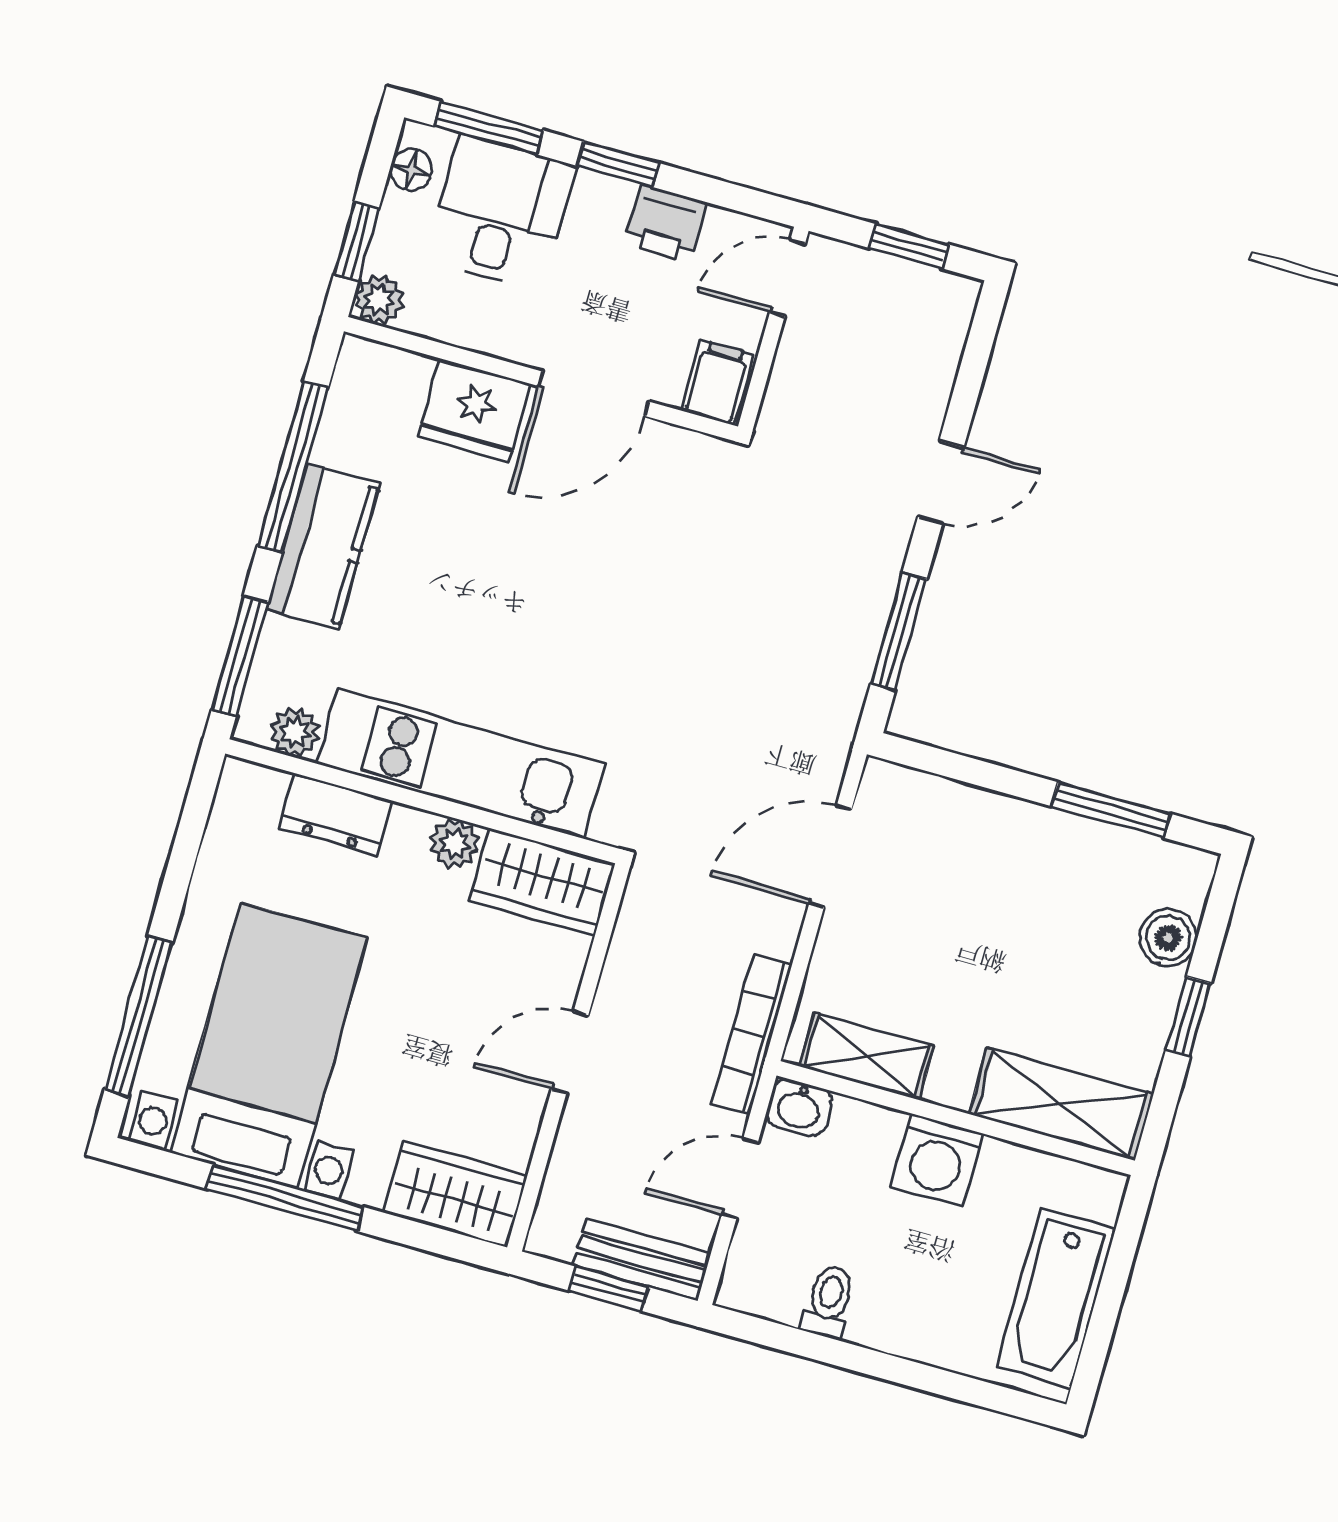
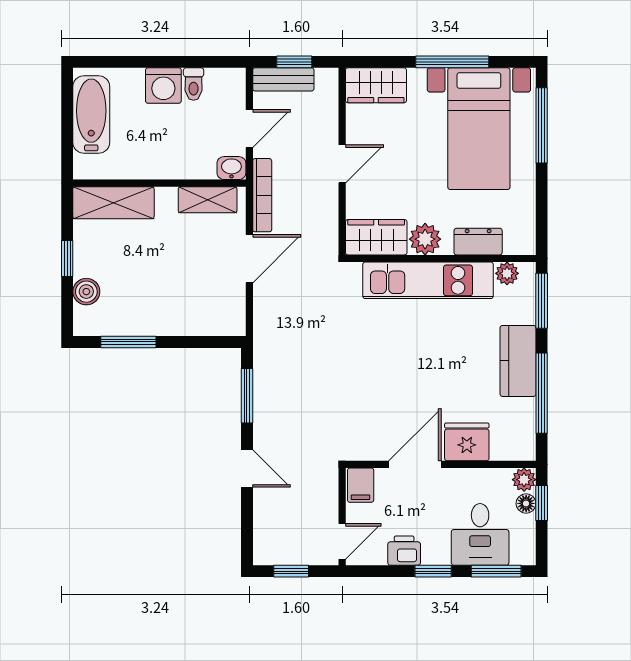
floor lamp: (411, 170) -> (526, 503), moved
door: (941, 482) -> (247, 468), swing flipped
plant: (454, 844) -> (425, 239), width x1.38, depth x1.38
door: (830, 856) -> (249, 259), moved
washing machine: (937, 1160) -> (163, 85), moved, turned 180

